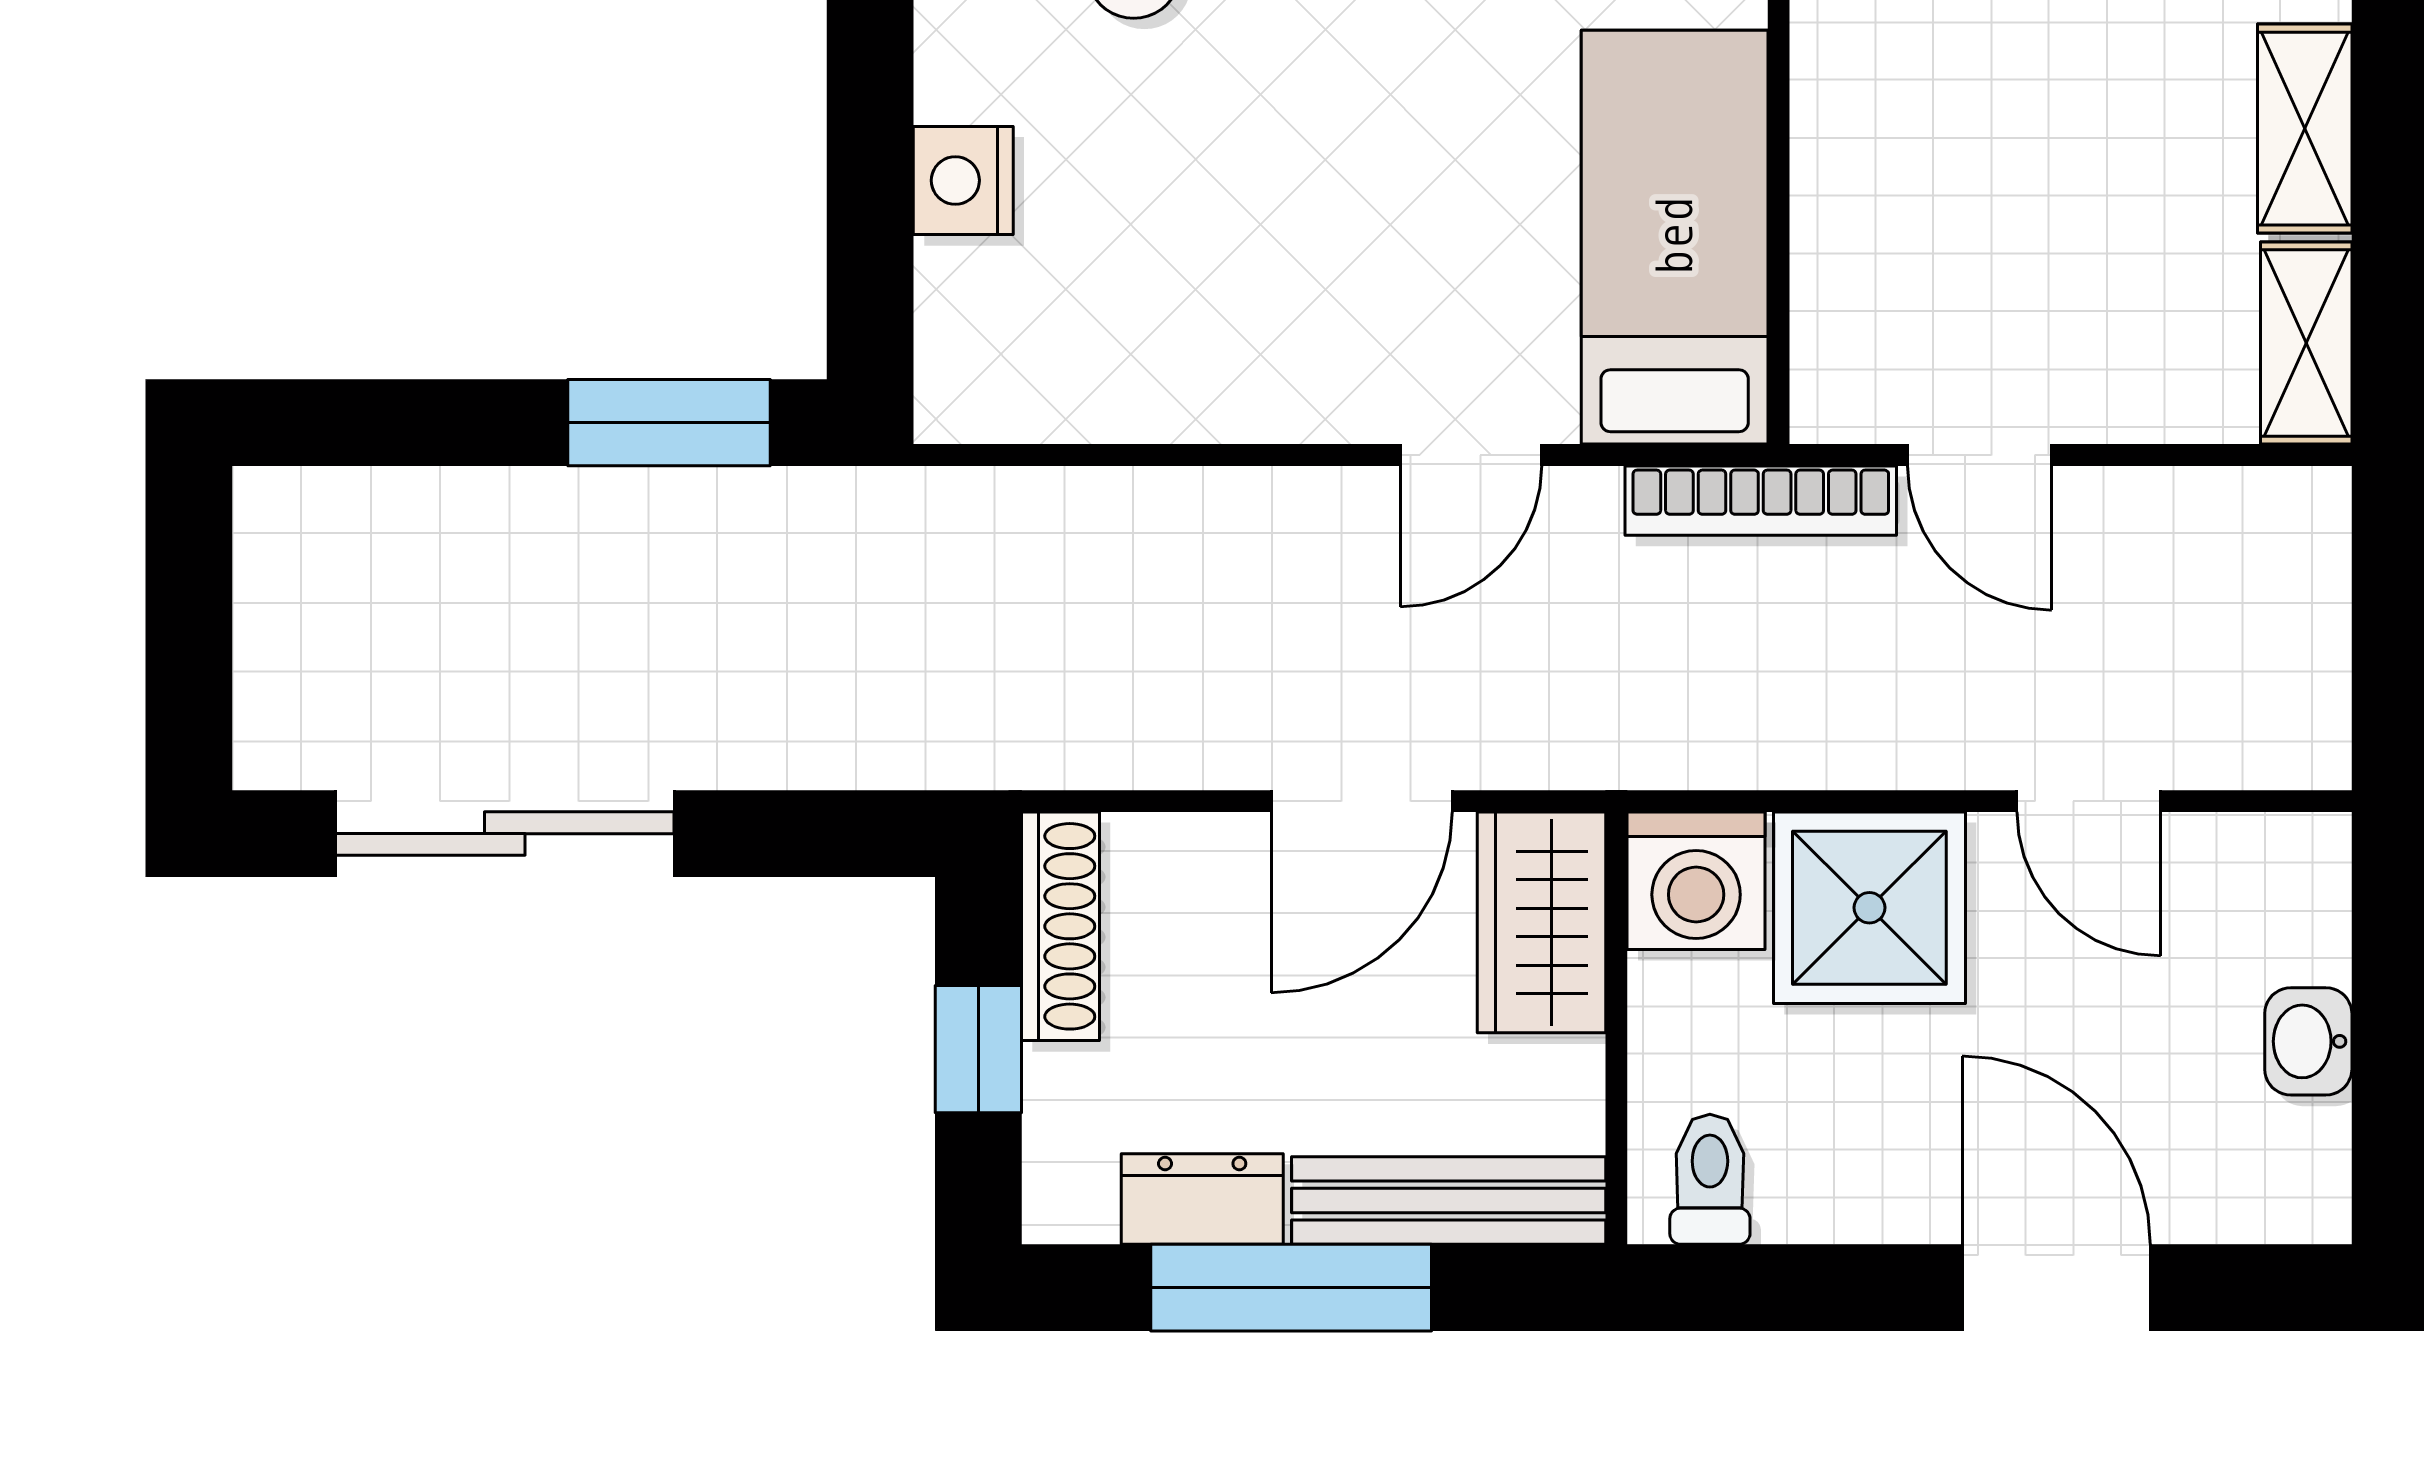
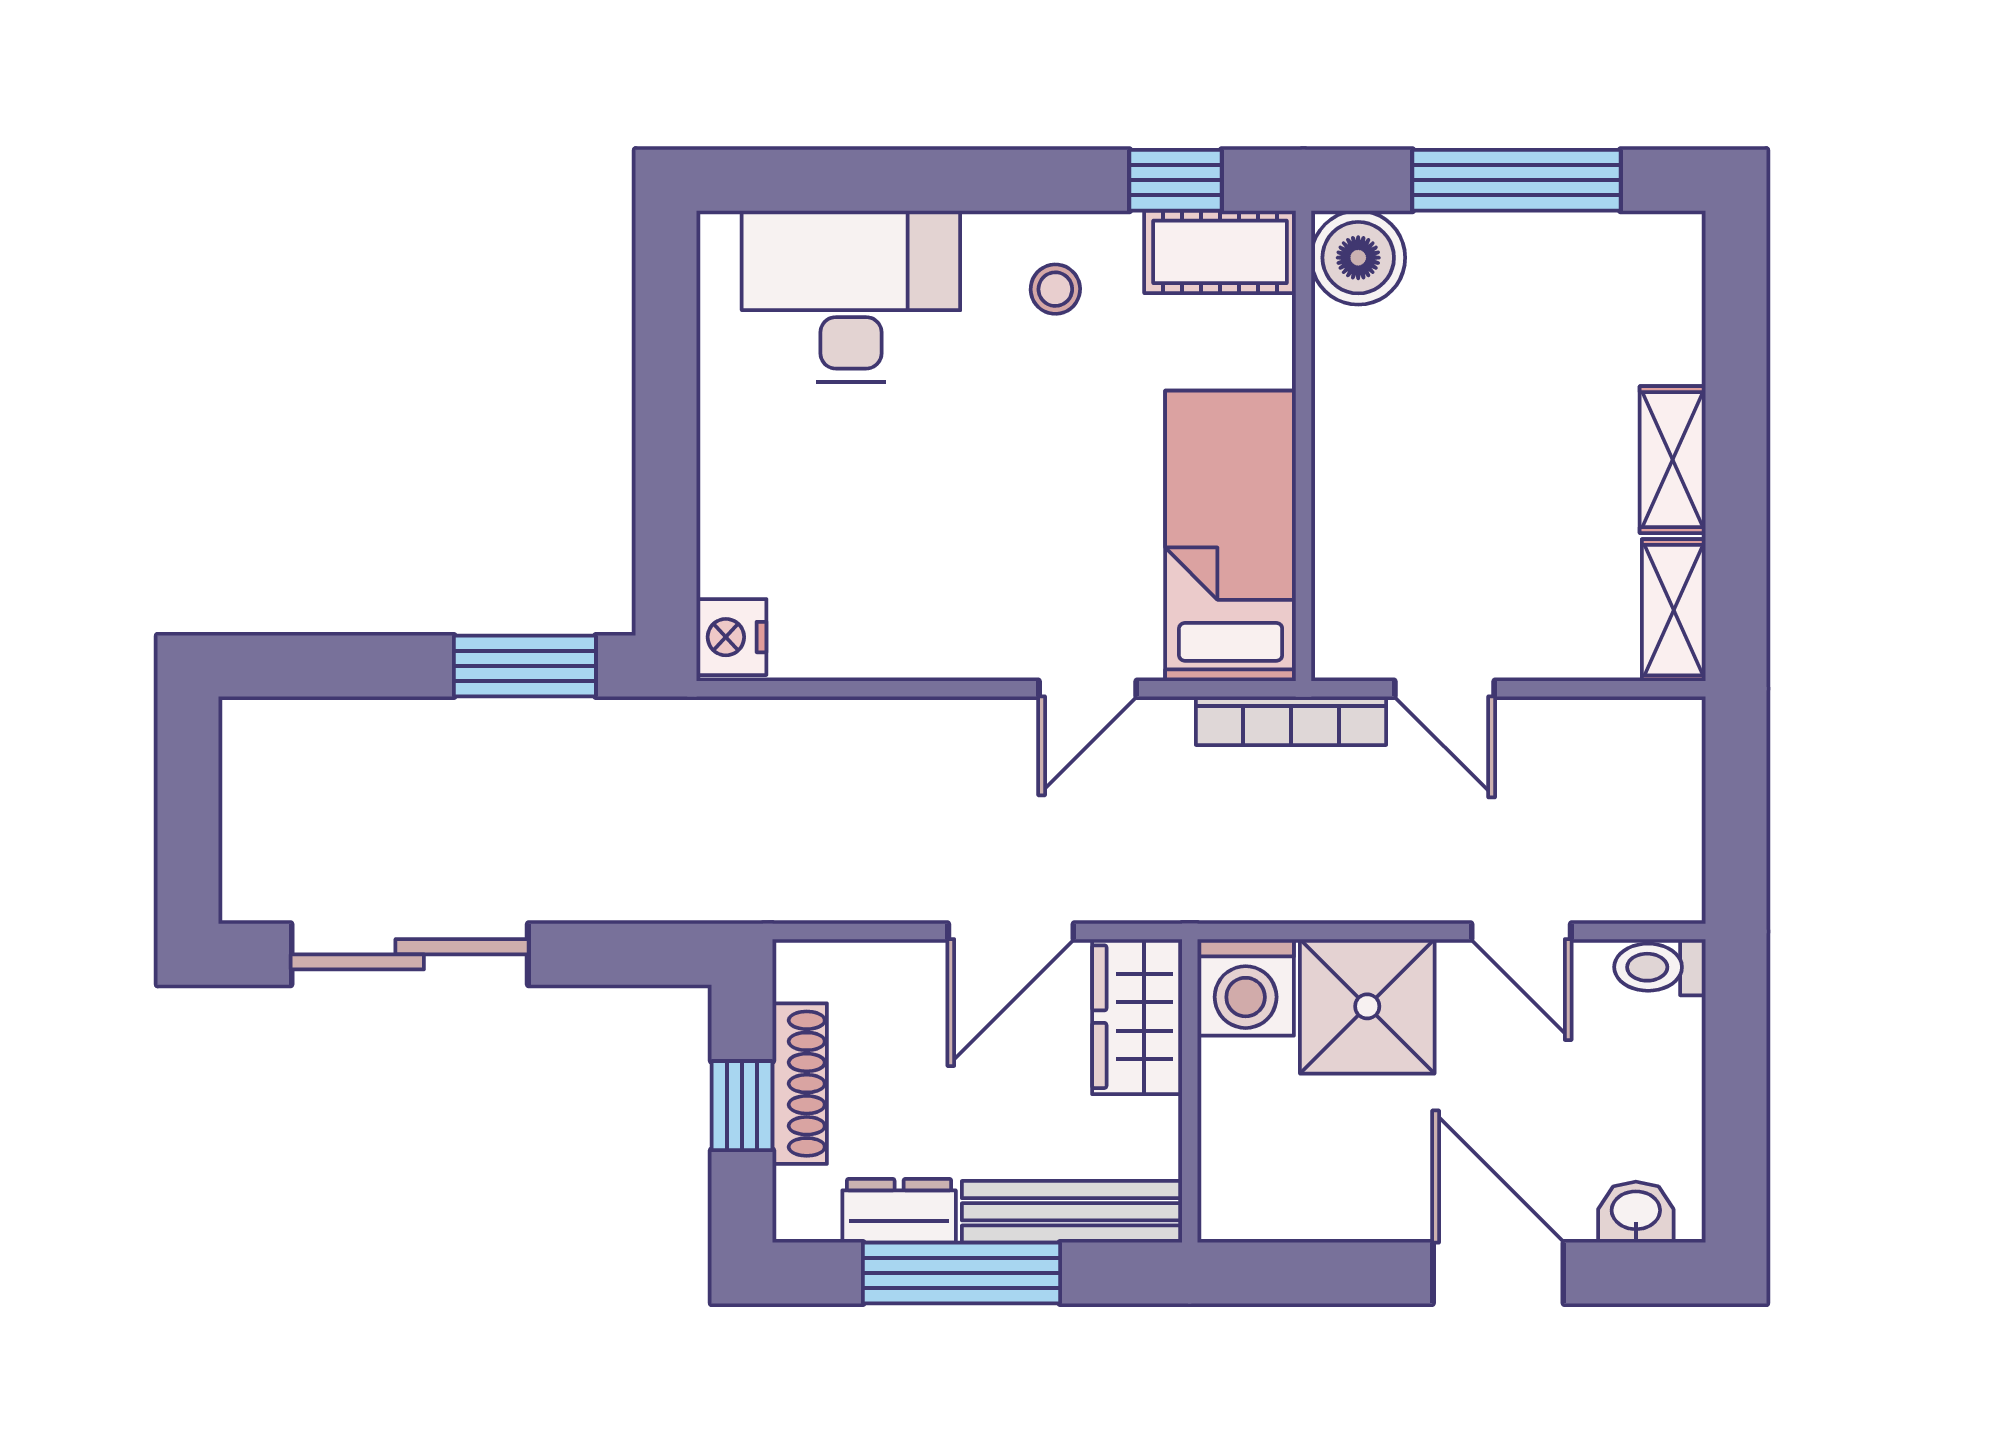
nightstand: (963, 180) -> (731, 637), moved
shoe rack: (1061, 926) -> (800, 1084), moved
washbasin: (2308, 1041) -> (1636, 1212), moved, turned 90
toilet: (1710, 1179) -> (1660, 967), moved, turned -90

